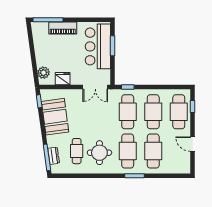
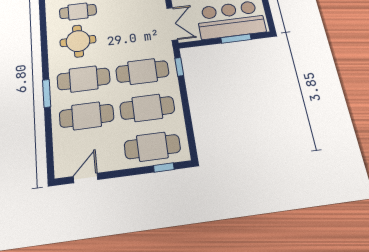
double door: (95, 87) -> (172, 24), swing flipped
door: (193, 144) -> (86, 178), moved

